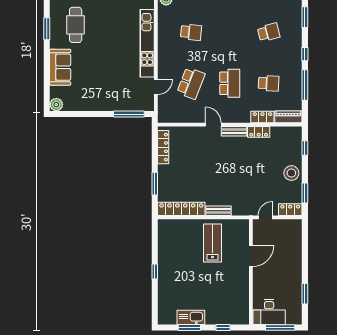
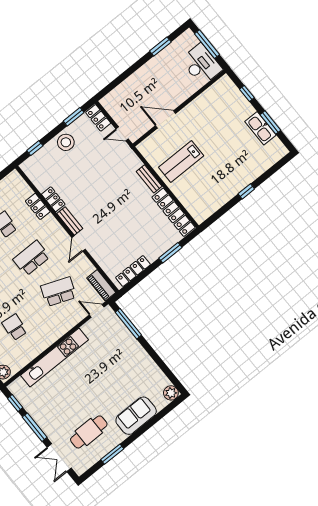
door: (156, 87) -> (97, 311), moved
piano: (288, 117) -> (101, 285), moved

